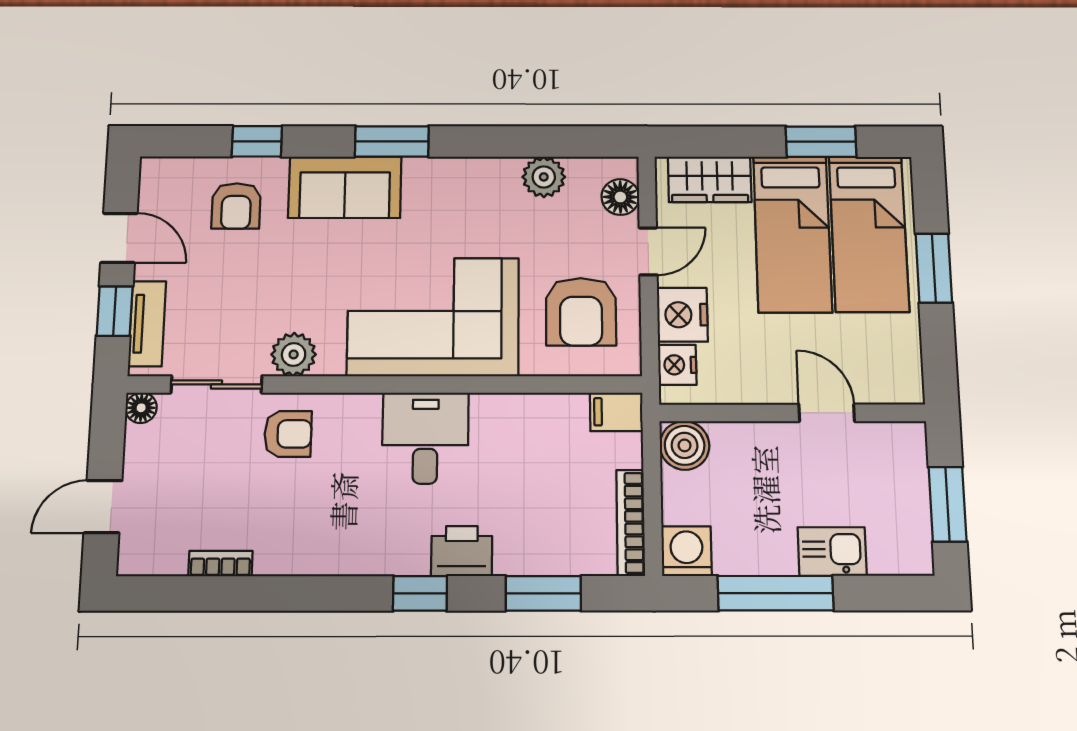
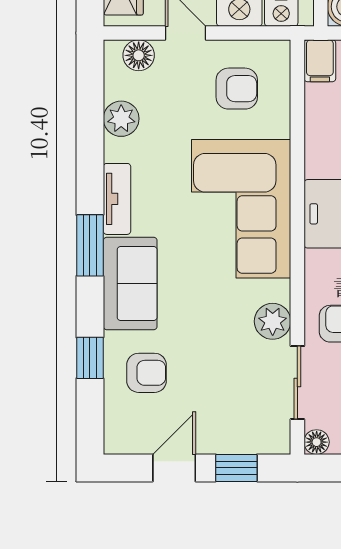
armchair: (581, 312) -> (237, 89), width x0.72, depth x0.72
tv unit: (147, 324) -> (117, 199), moved, turned 90

